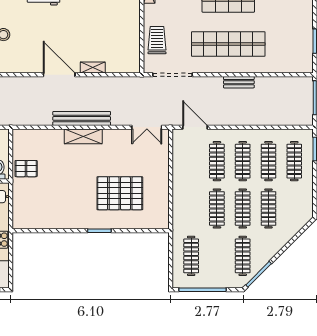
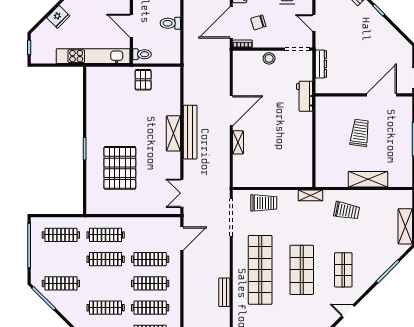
bench: (239, 82) -> (224, 292), moved
clothes rail: (243, 208) -> (106, 235), moved

